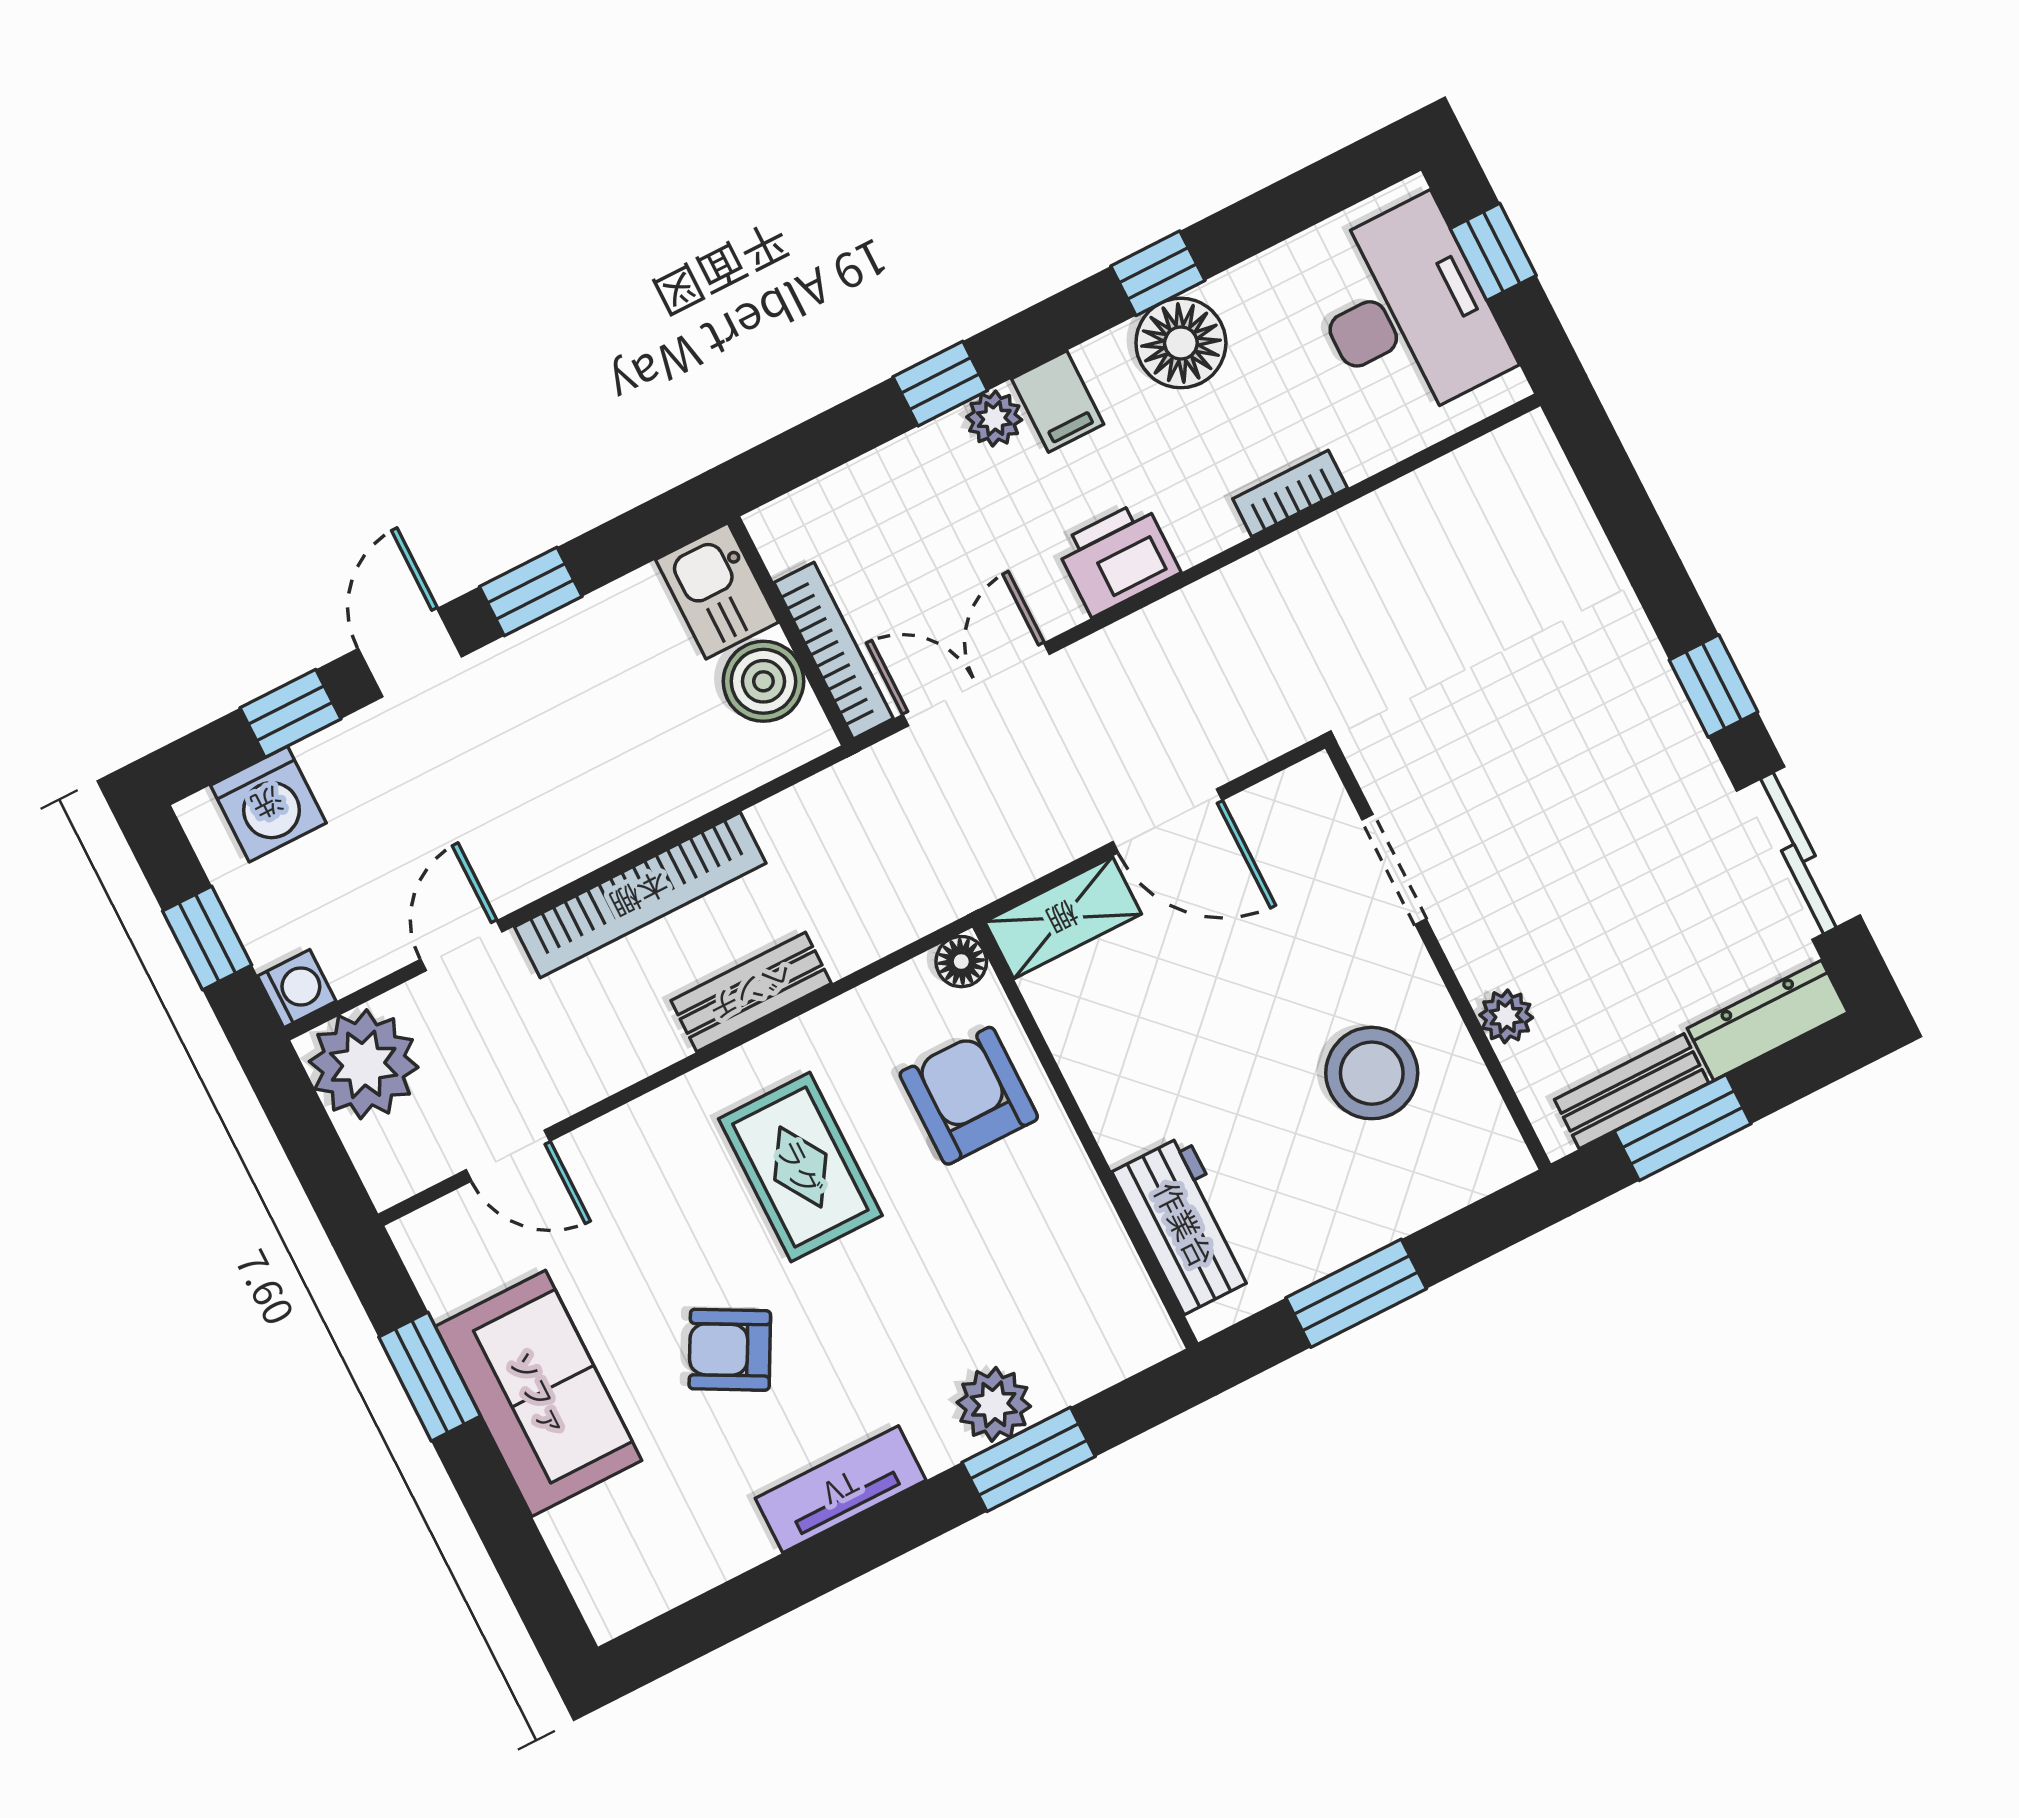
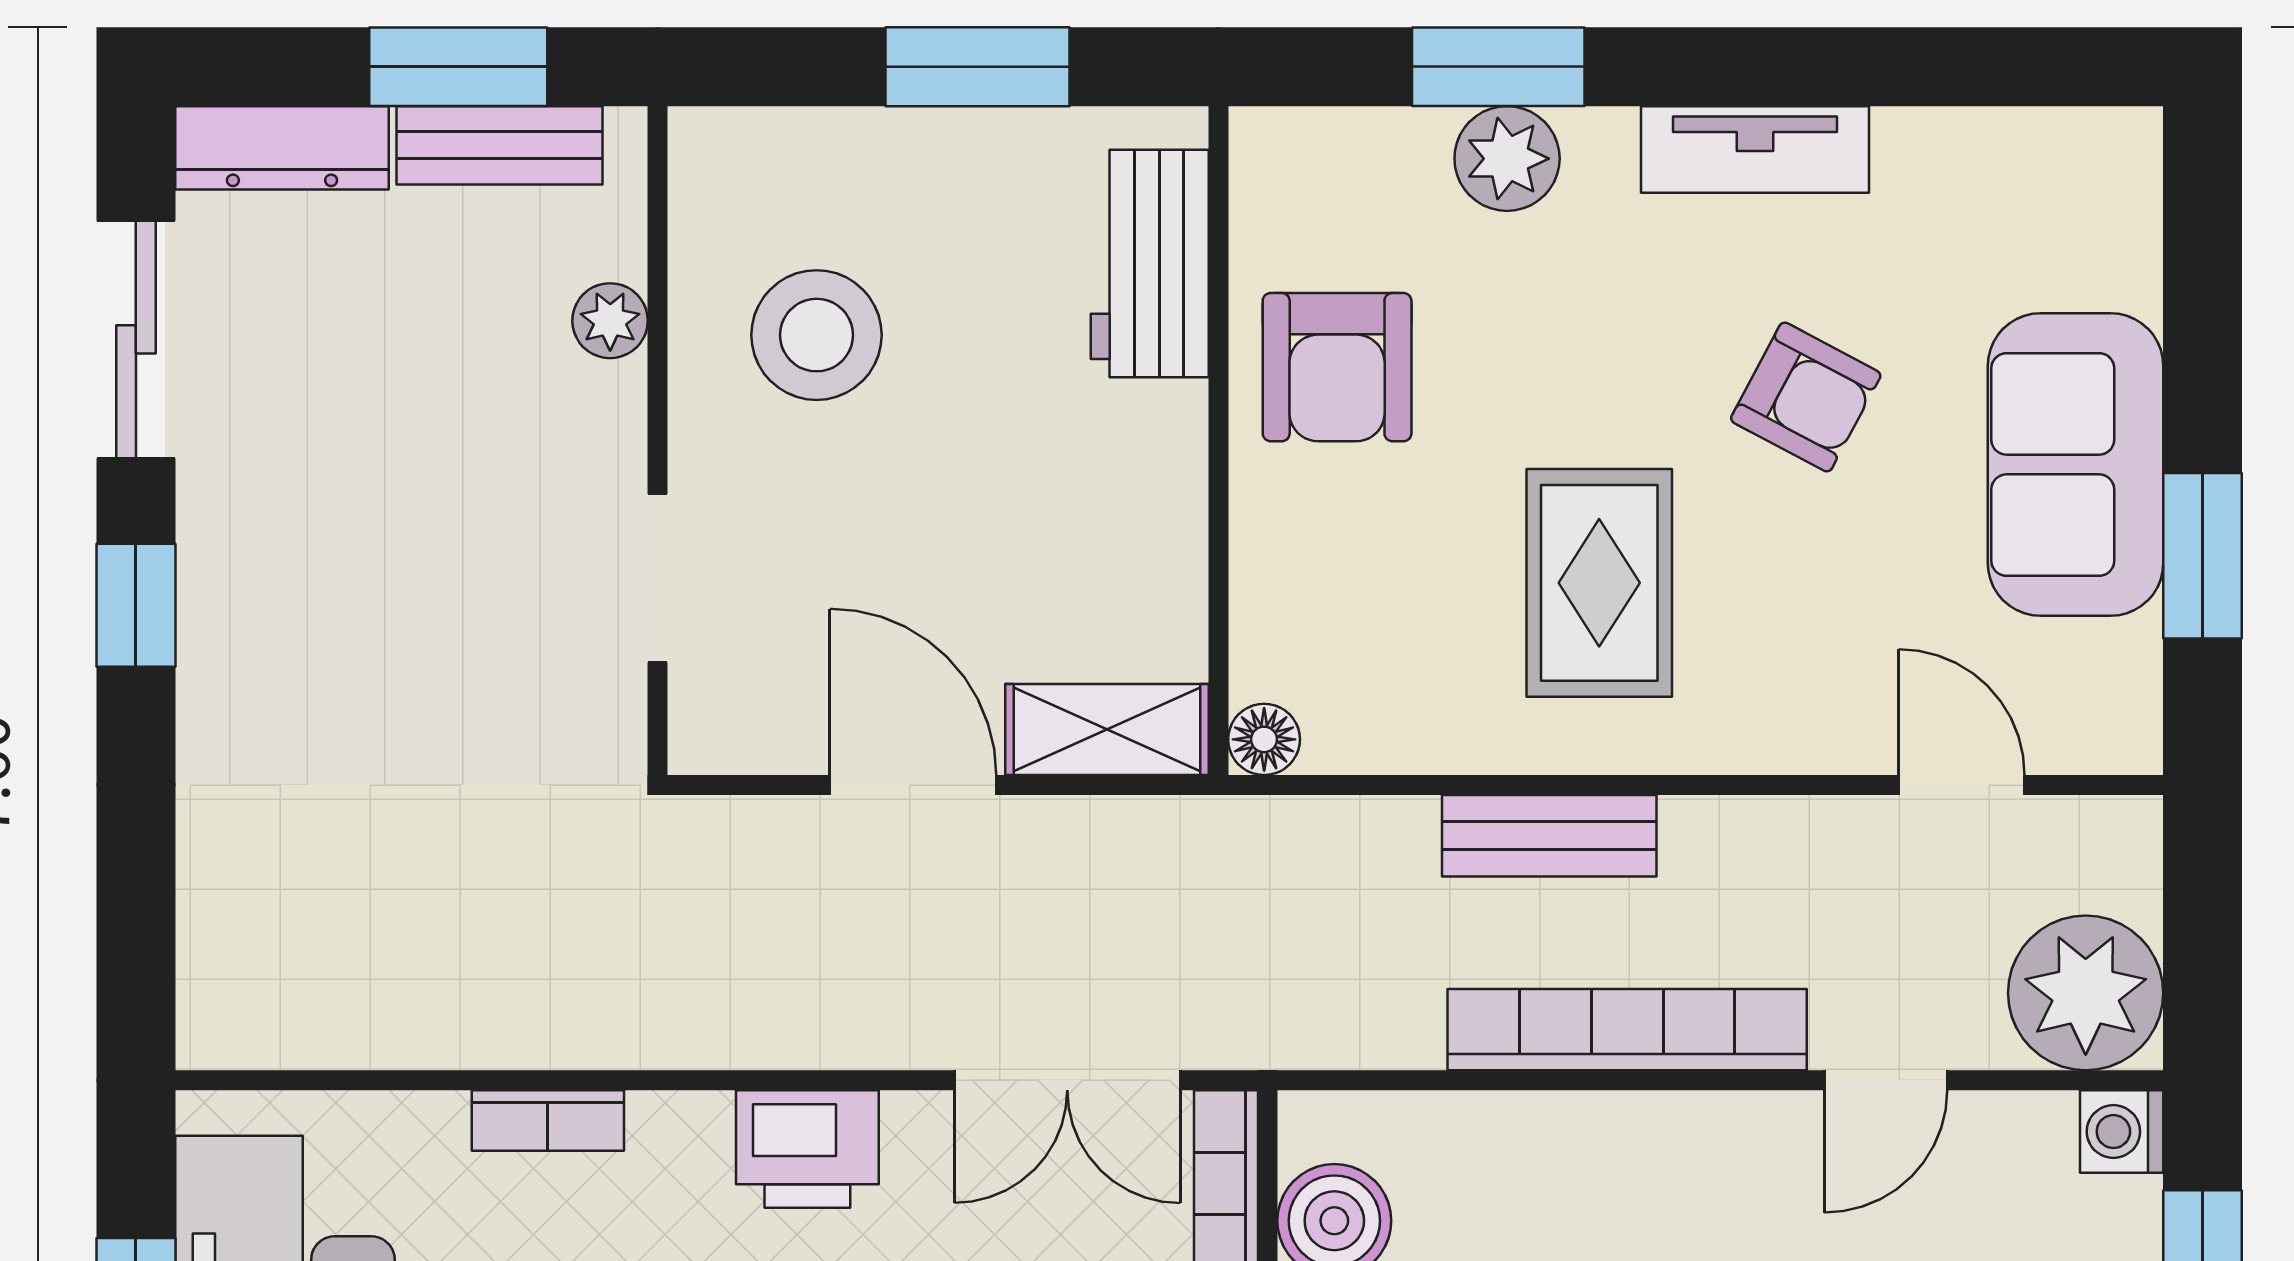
armchair: (969, 1096) -> (1337, 367), moved

